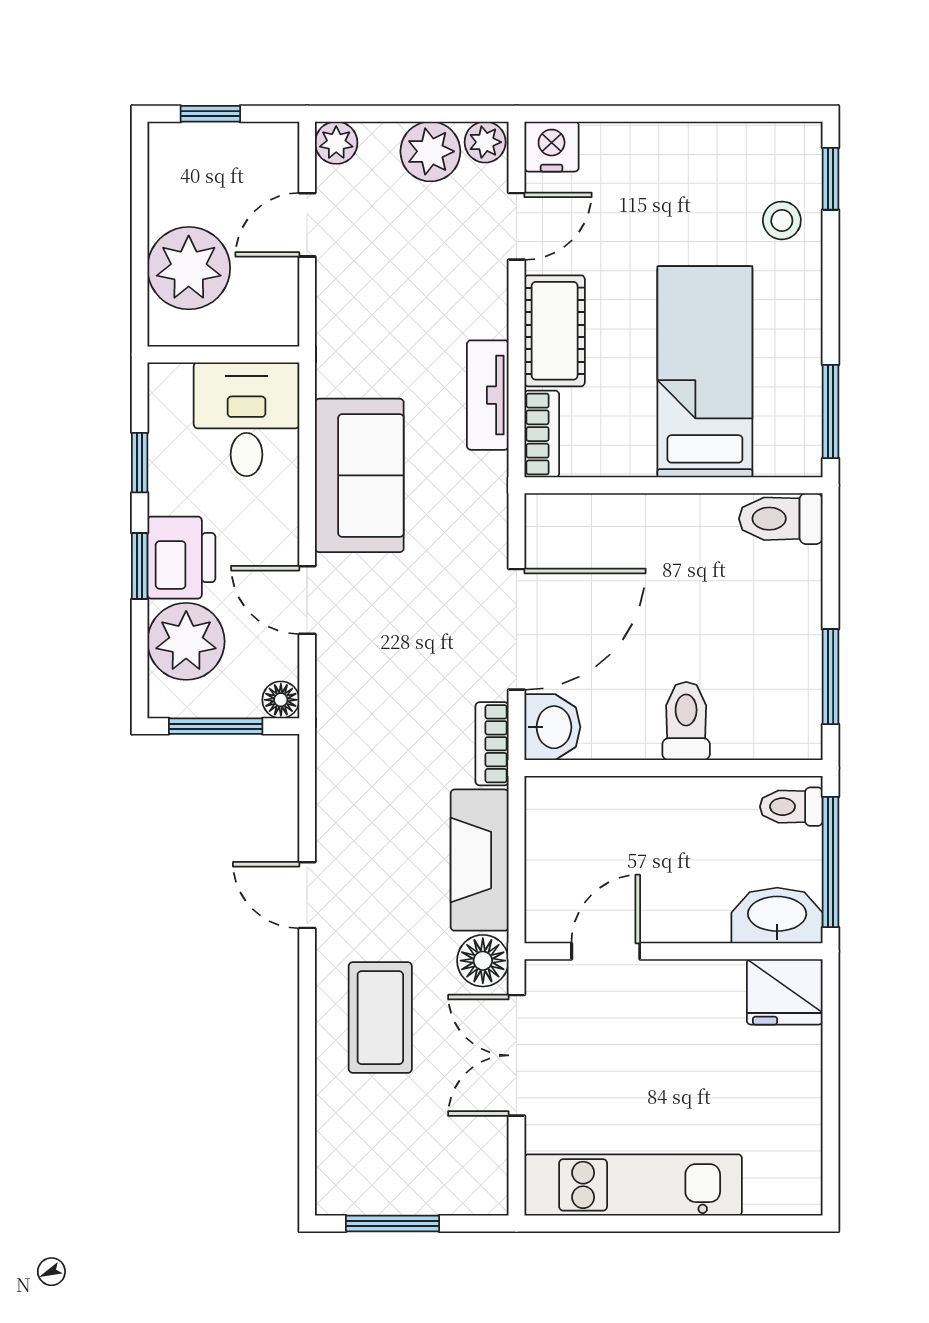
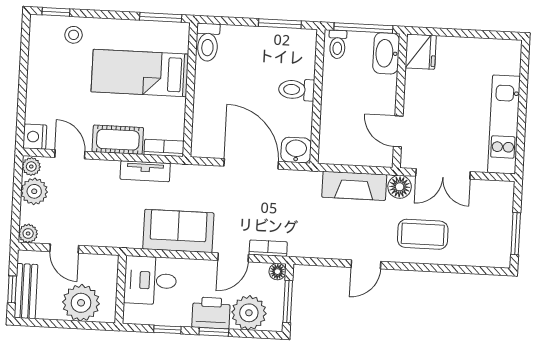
bench: (208, 145) -> (26, 291), added
bookcase: (492, 744) -> (268, 248), moved, turned 180

